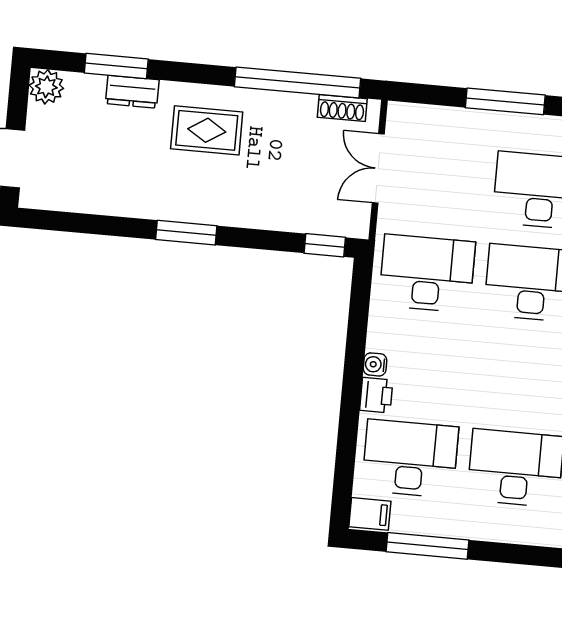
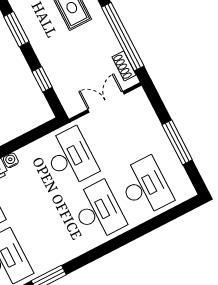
window: (325, 245) -> (42, 79), moved

